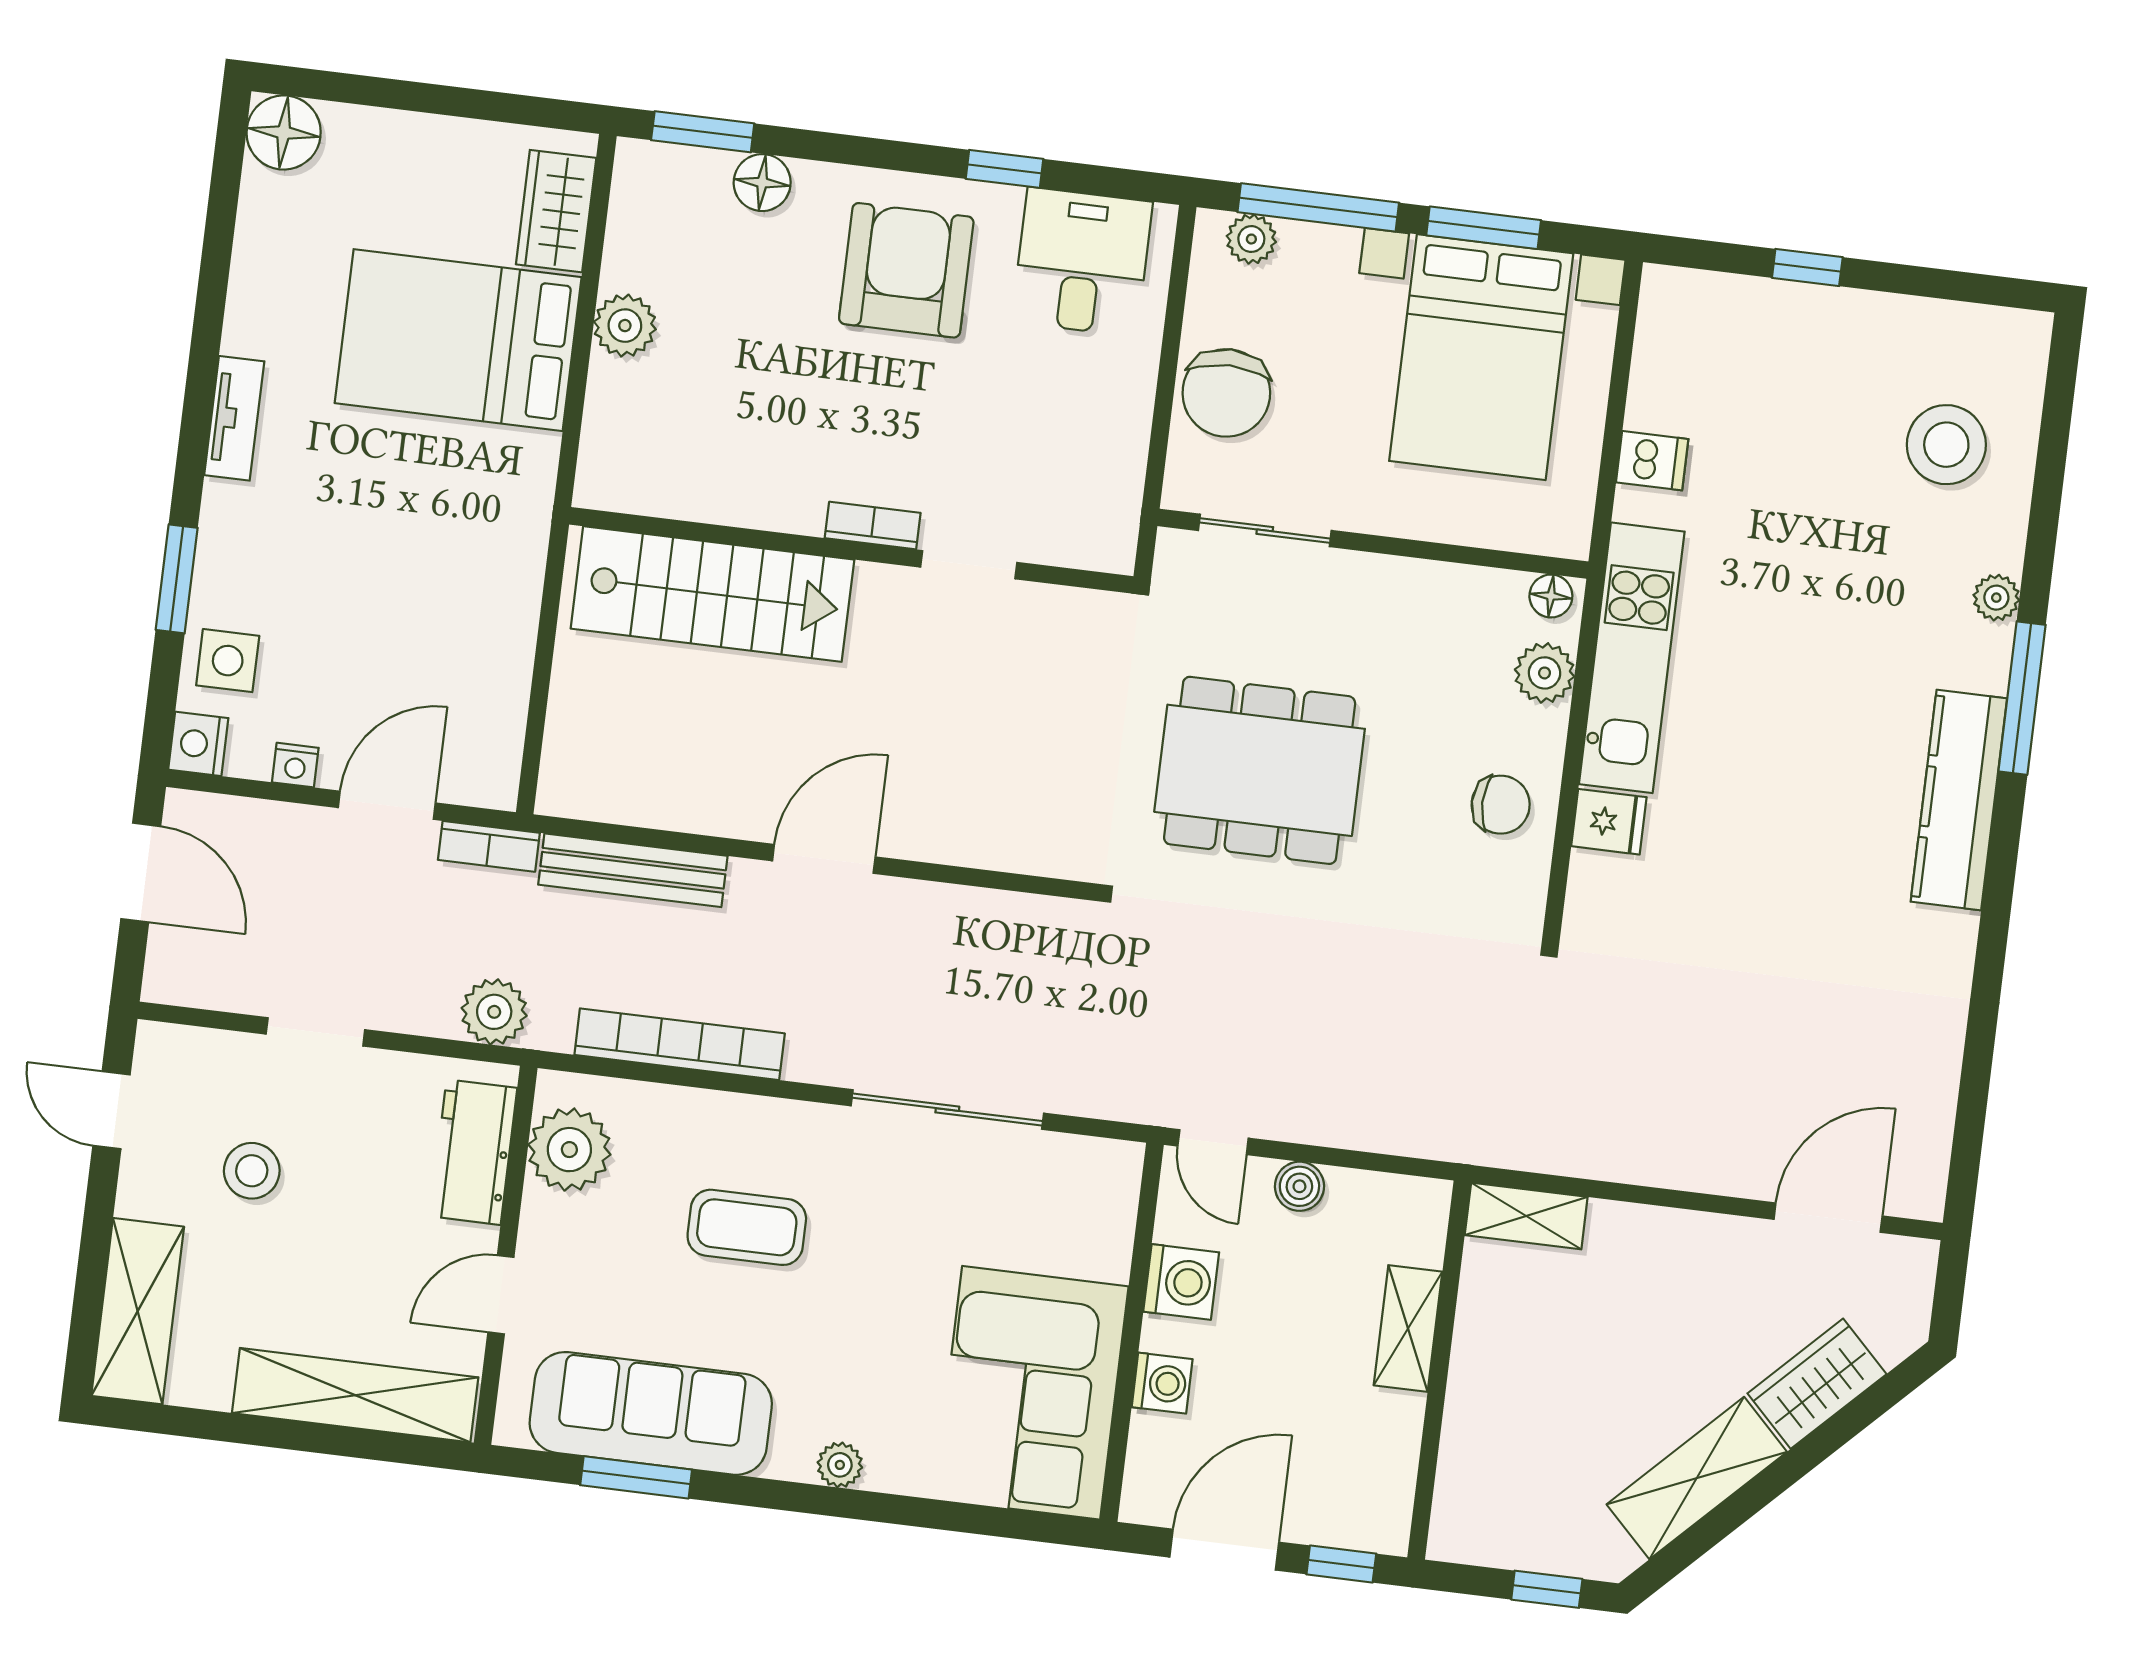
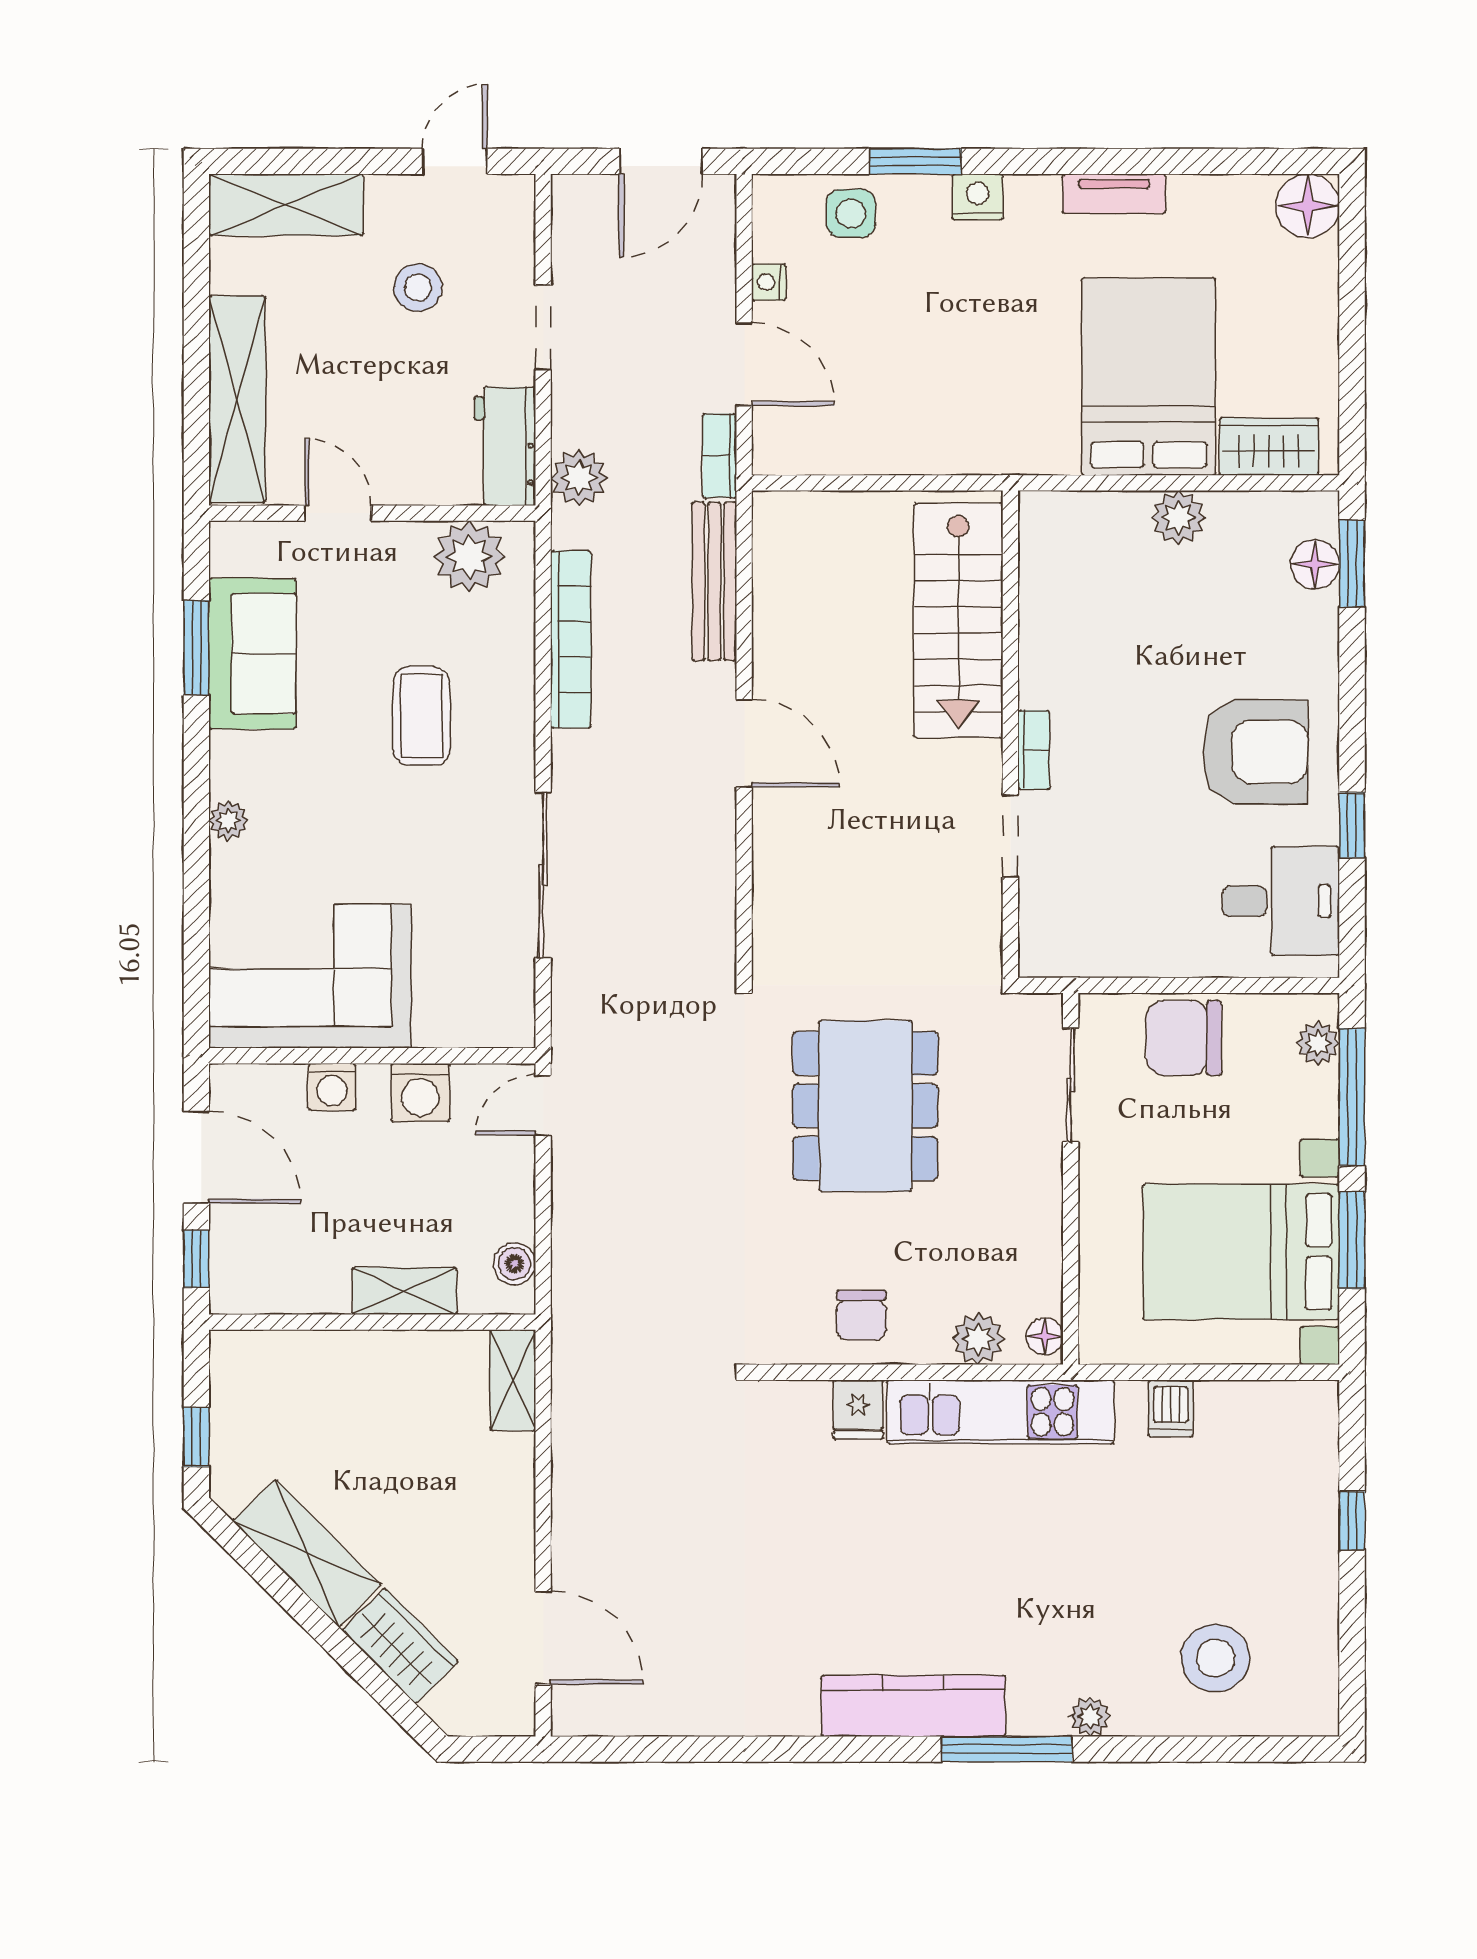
floor lamp: (762, 183) -> (1315, 564), moved
tv unit: (234, 418) -> (1114, 194), moved
nightstand: (198, 744) -> (978, 197), moved
workbench: (474, 1152) -> (505, 446), moved, turned -90
boiler: (1299, 1186) -> (514, 1264), moved
sofa: (651, 1413) -> (253, 654), width x0.73

